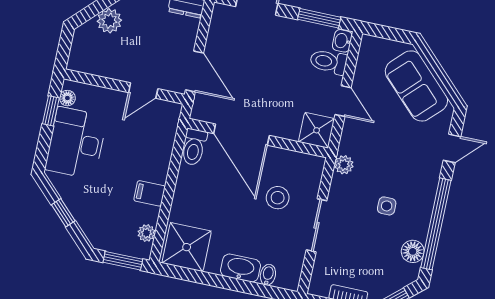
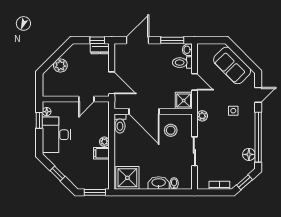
stool: (278, 198) -> (171, 130), moved
side table: (387, 206) -> (233, 111), moved
plant: (146, 233) -> (104, 142), moved

